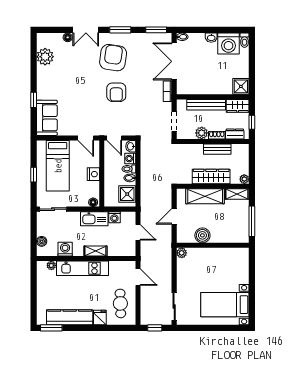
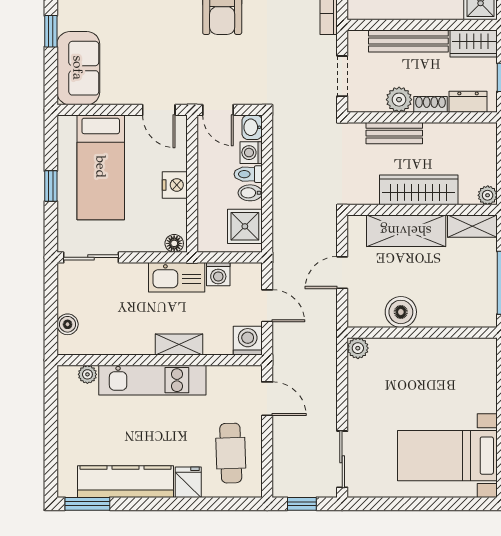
bench: (217, 149) -> (394, 133), moved
washing machine: (65, 249) -> (248, 341), moved

